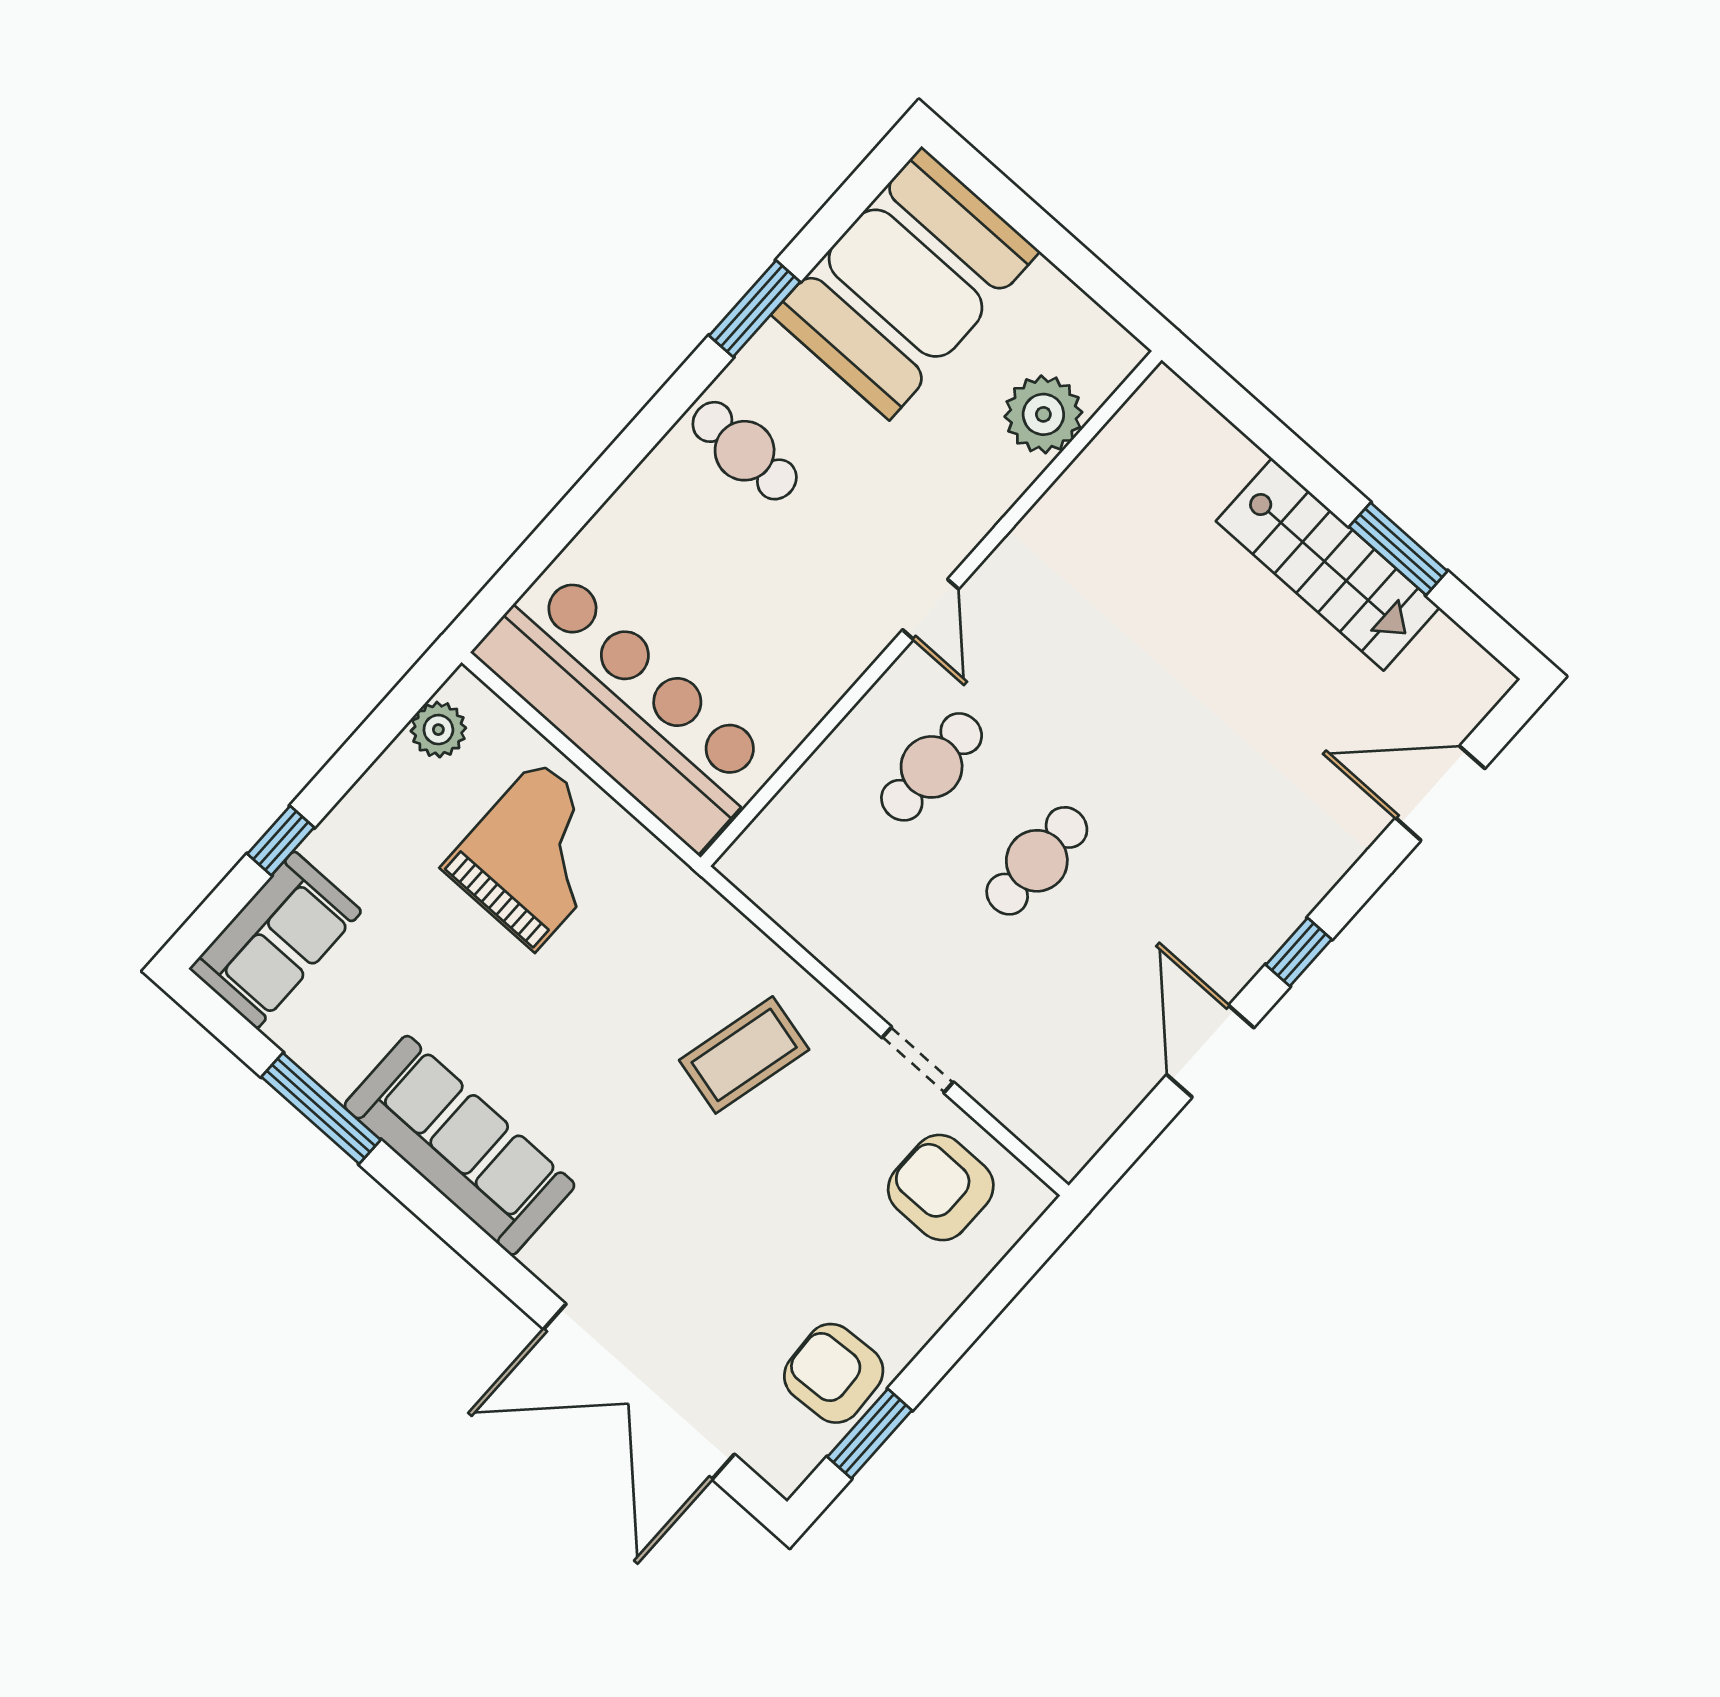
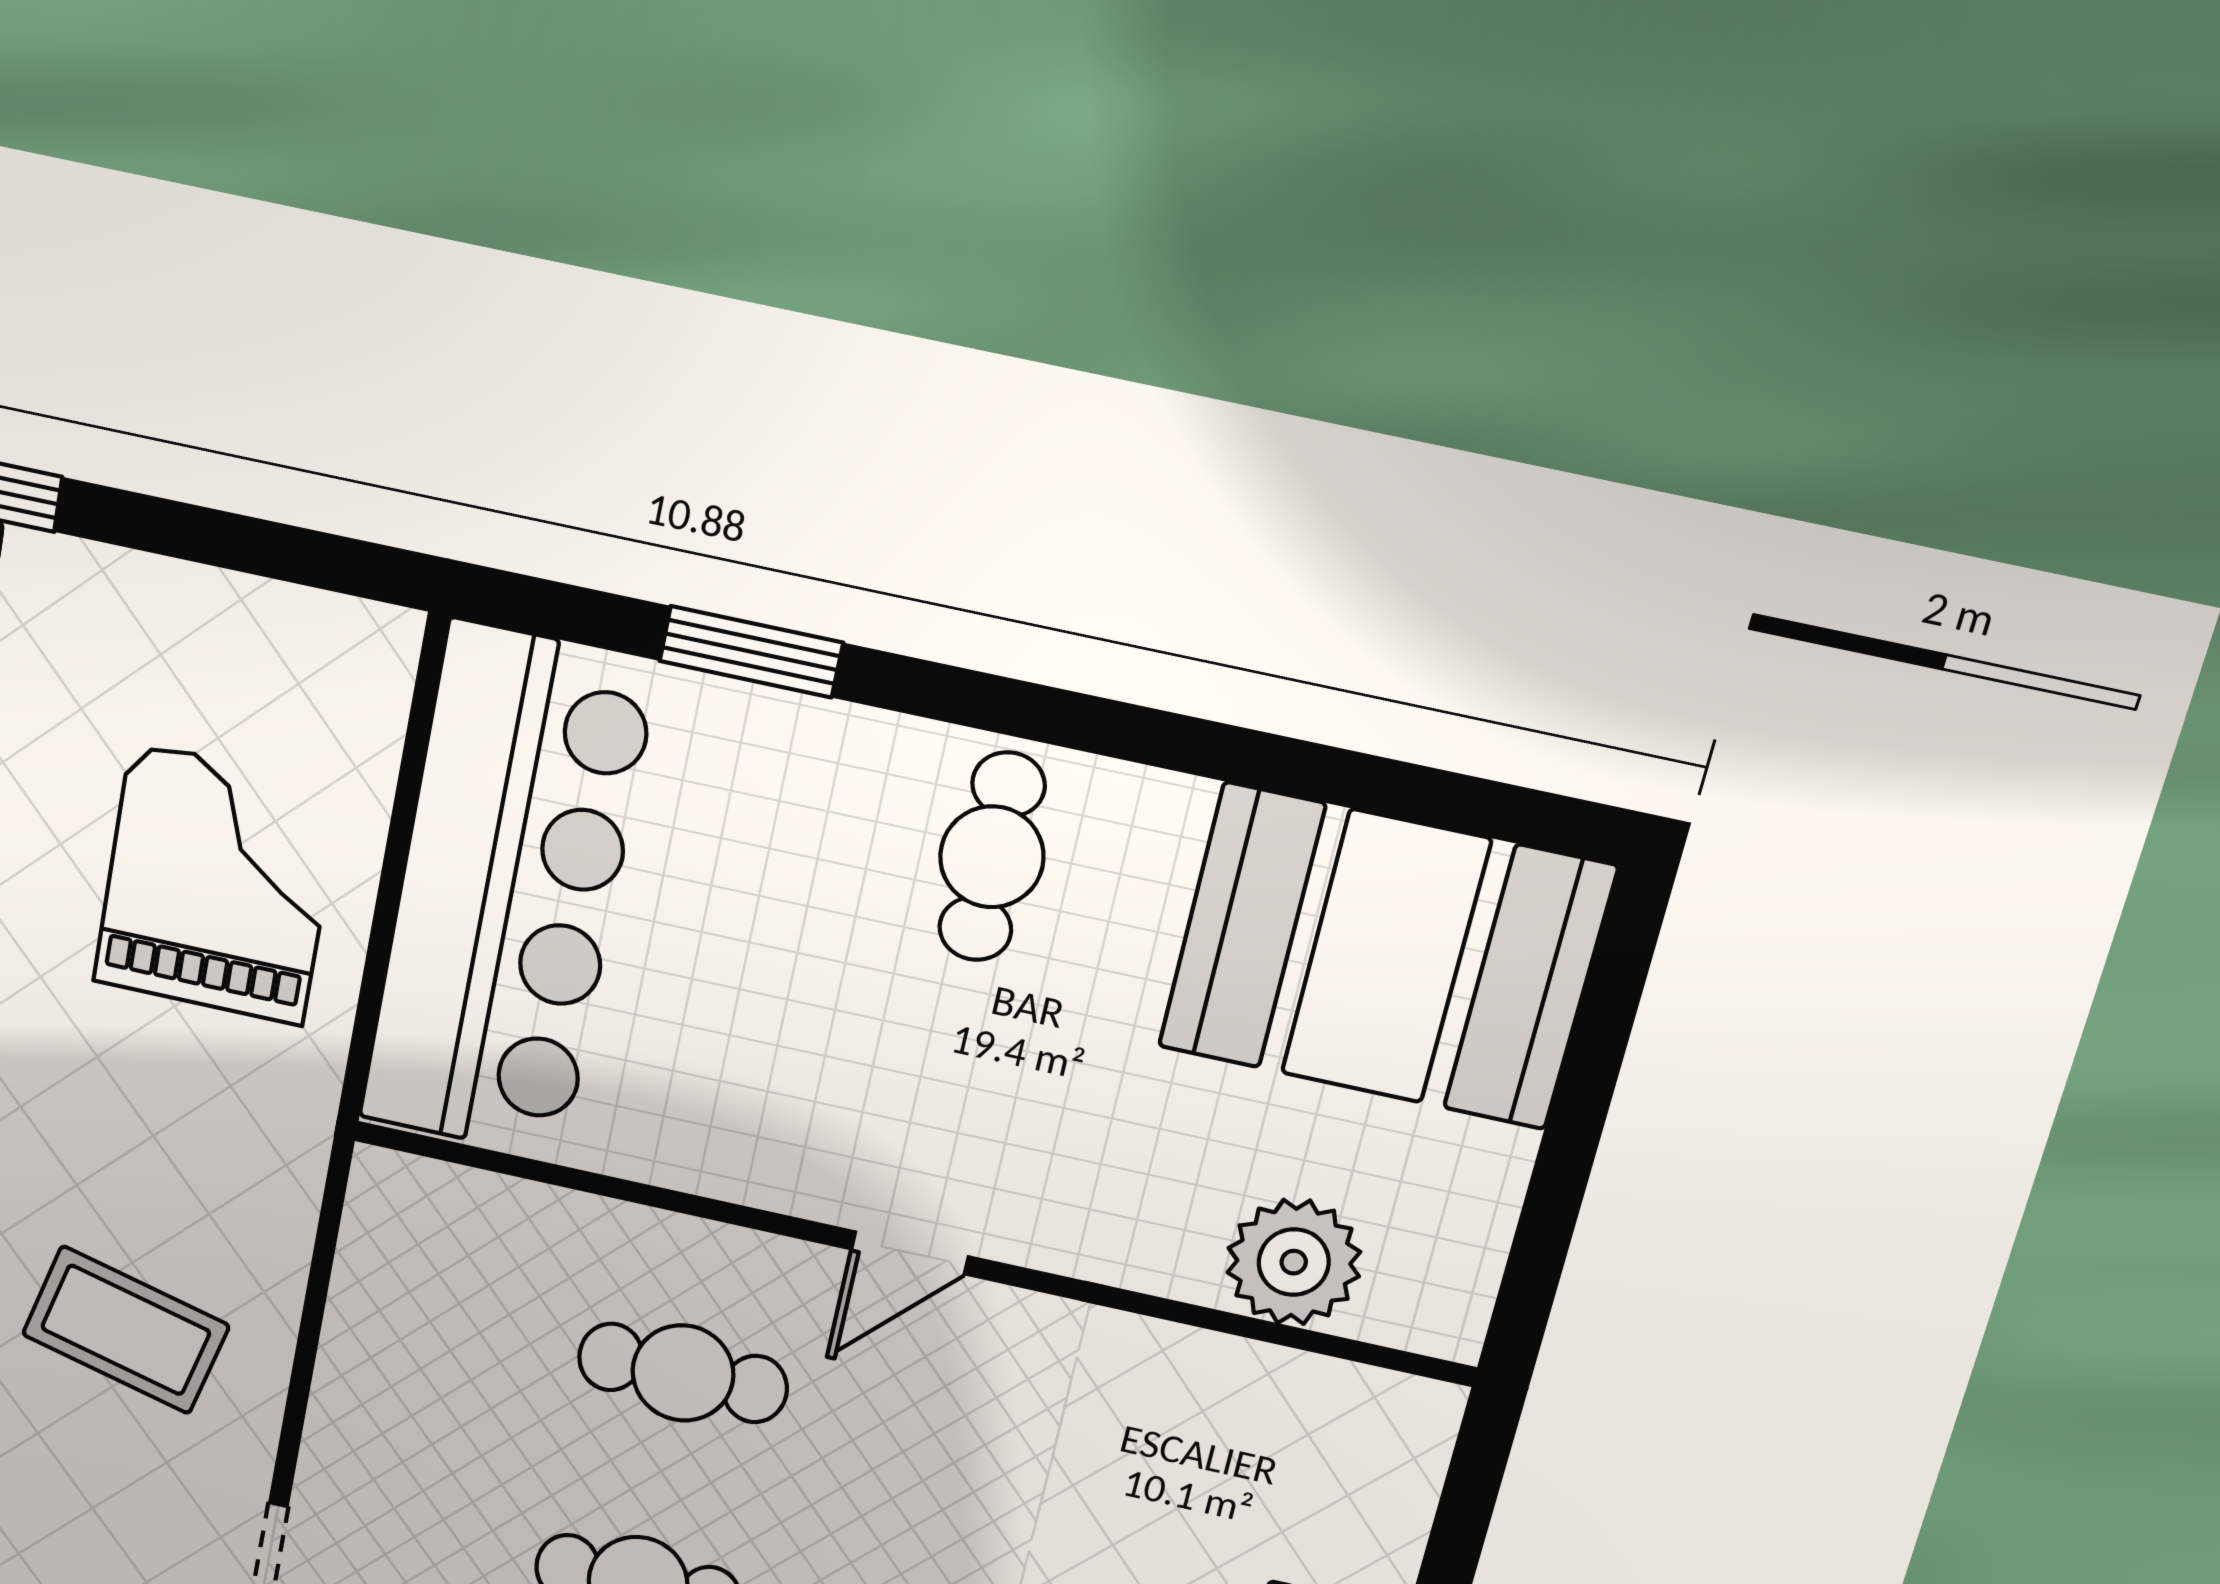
window: (755, 309) -> (751, 652), moved
plant: (438, 730) -> (309, 635), removed
grand piano: (536, 855) -> (217, 884), turned -90

